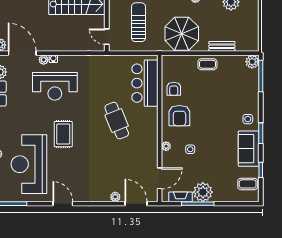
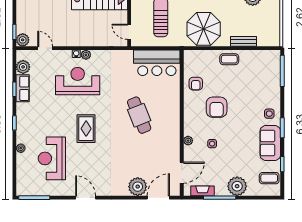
door: (22, 53) -> (45, 48), width x0.53
plant: (44, 60) -> (86, 55), moved
plant: (252, 62) -> (274, 57), removed
bar counter: (145, 83) -> (157, 63), moved, turned -90
reception desk: (55, 86) -> (78, 81), turned 180
armchair: (179, 116) -> (217, 107), moved
reception desk: (29, 164) -> (52, 158), width x0.74, depth x0.77
plant: (203, 192) -> (237, 186), moved
plant: (115, 197) -> (138, 187), width x1.88, depth x1.88
door: (136, 204) -> (158, 198), hinge flipped

